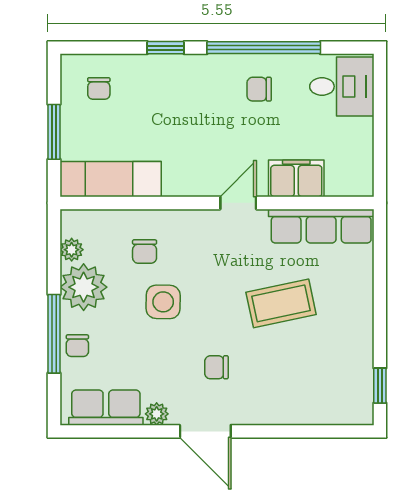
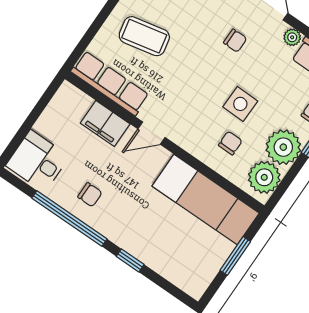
chair: (99, 88) -> (189, 264), removed
exam couch: (111, 179) -> (206, 200), width x1.36, depth x1.45
plant: (72, 250) -> (264, 177), width x1.88, depth x1.88
coffee table: (281, 303) -> (144, 36), moved

